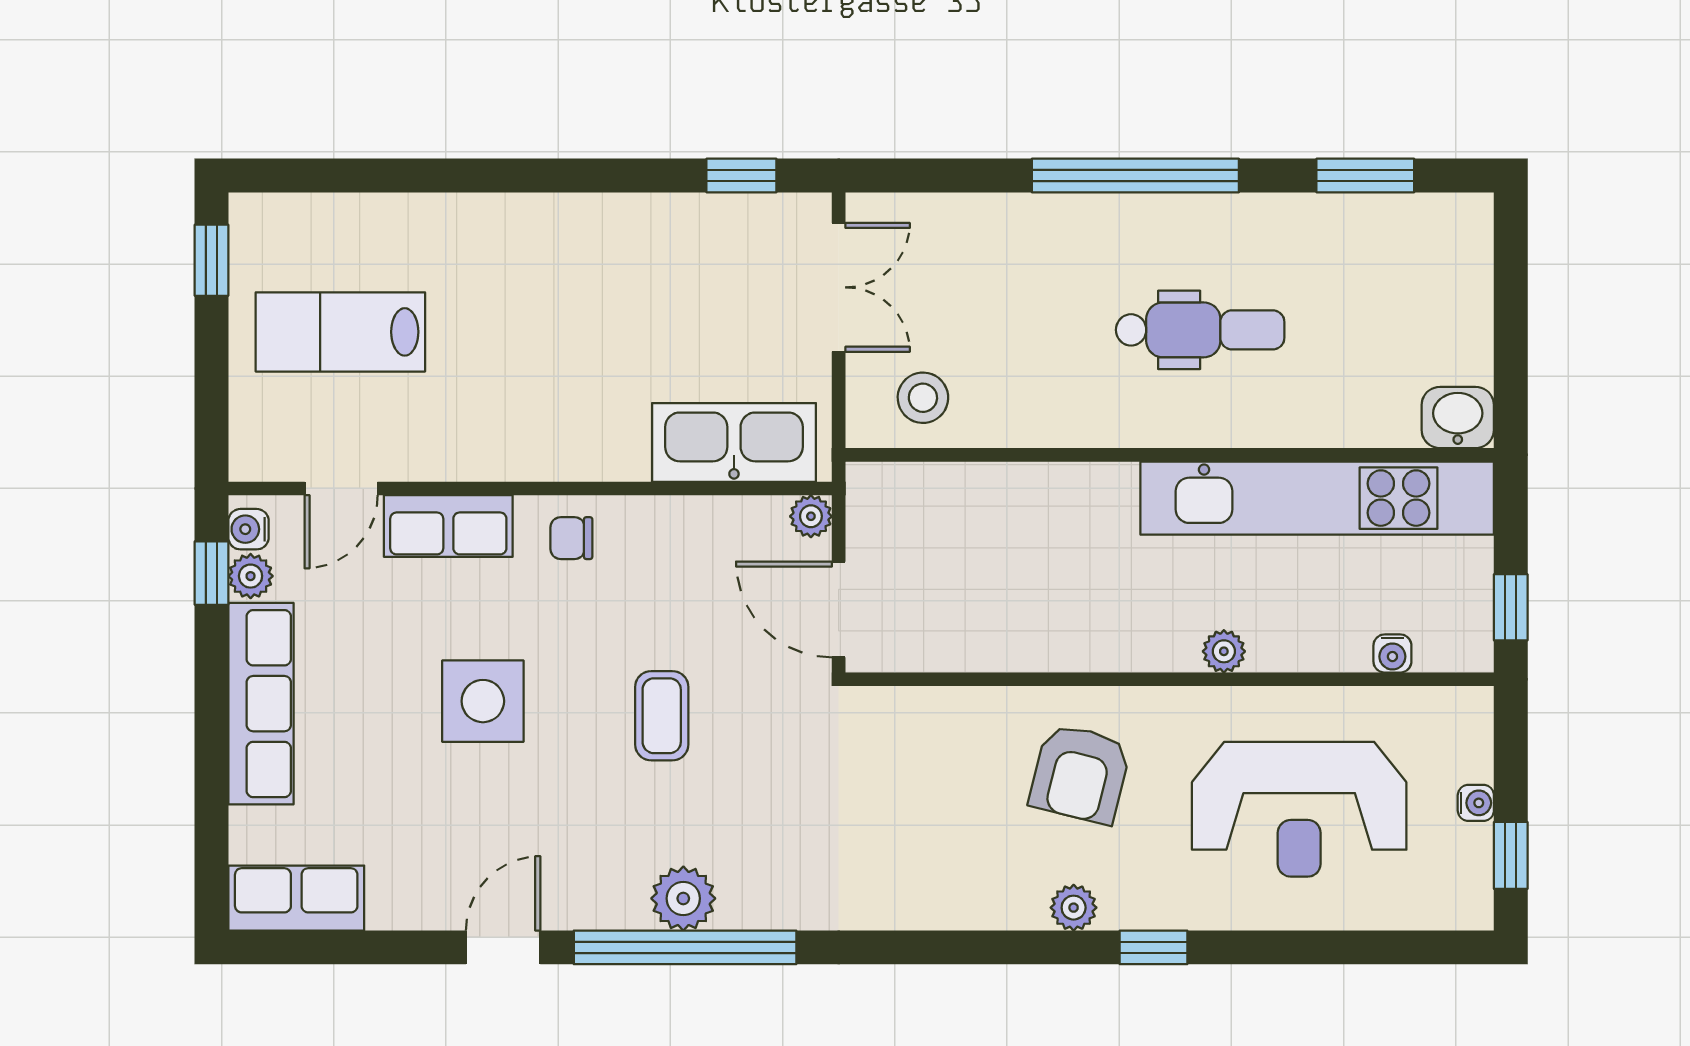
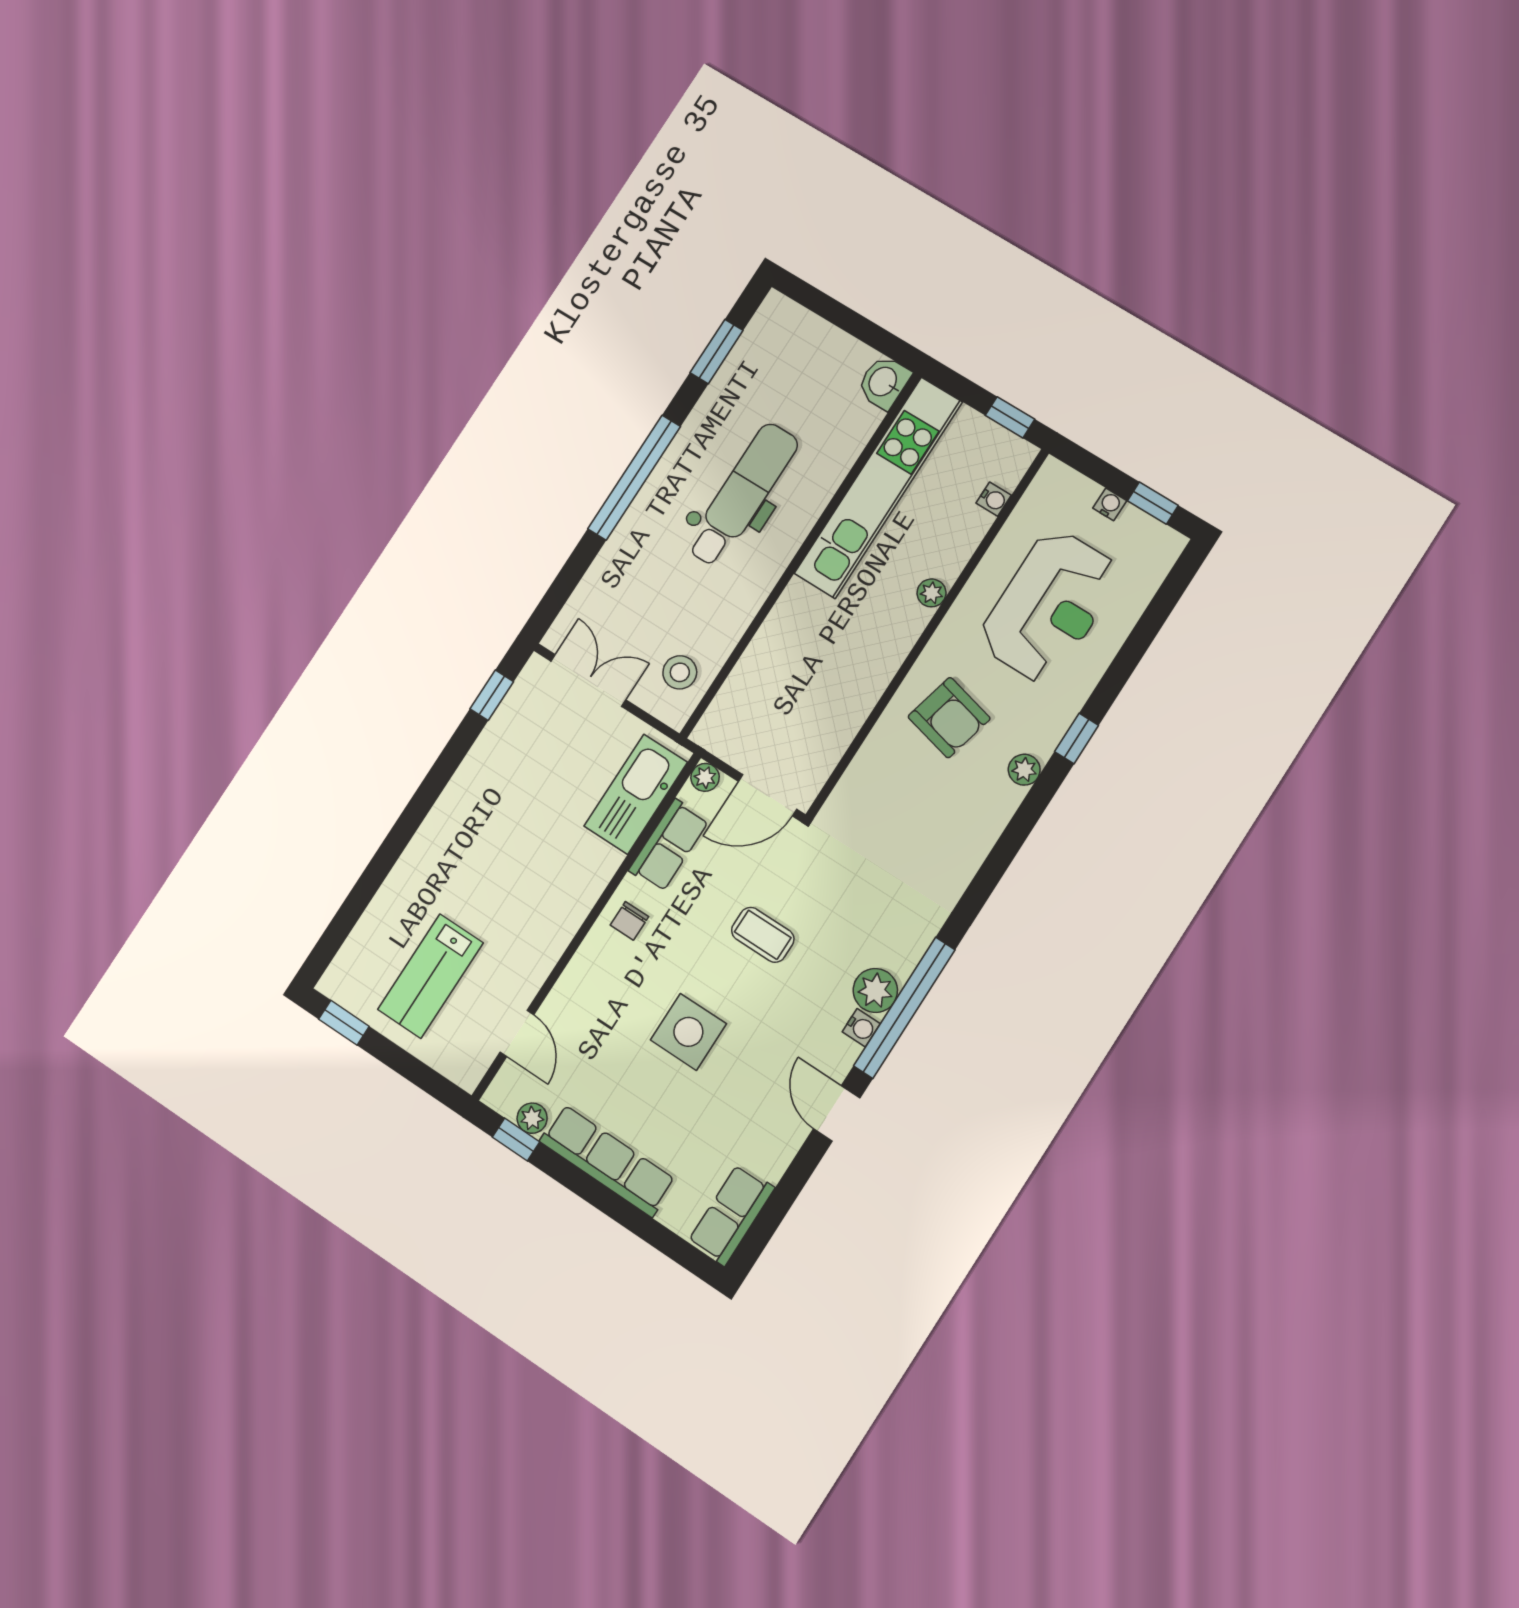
dental chair: (1200, 330) -> (742, 495), width x1.36, depth x1.38
row of seats: (448, 526) -> (669, 845), moved
water cooler: (249, 529) -> (861, 1028), moved, turned -90

